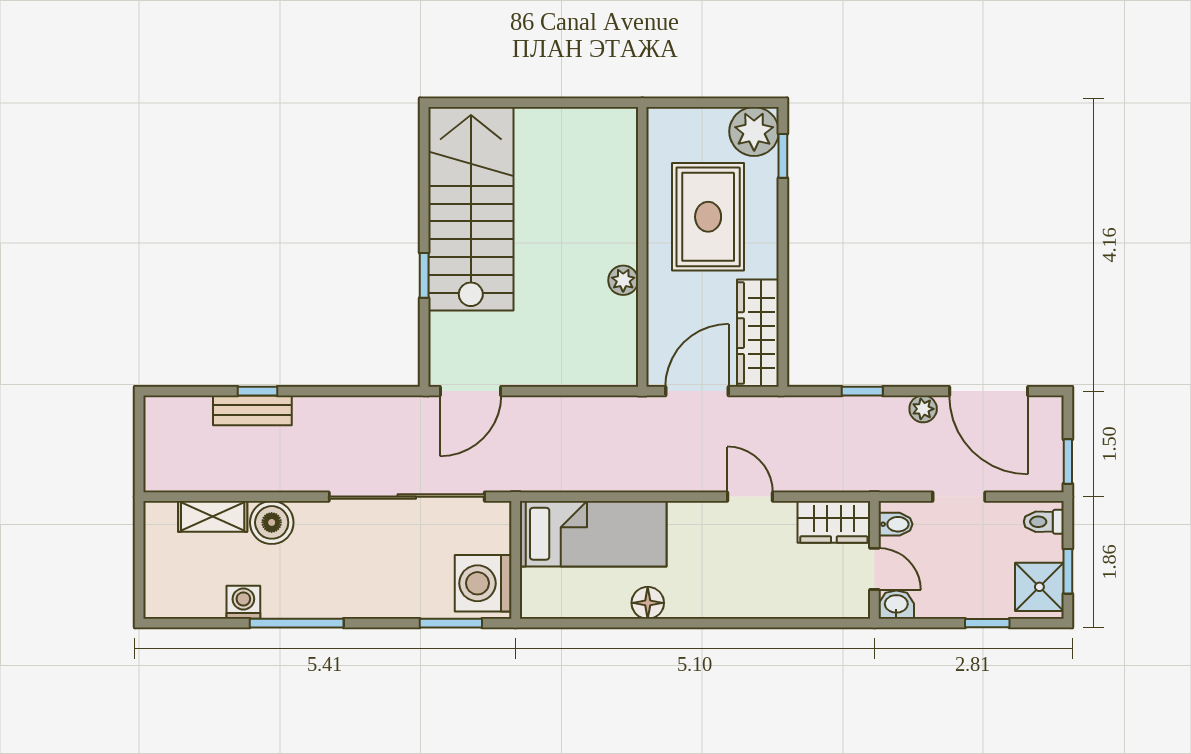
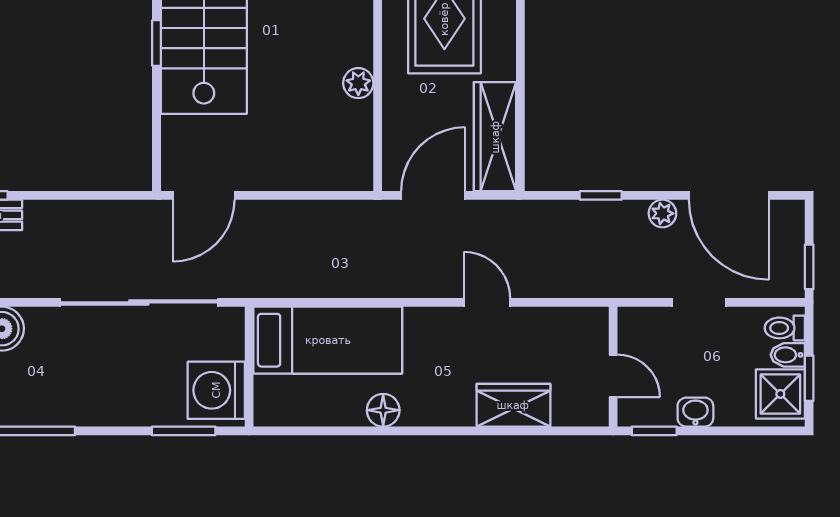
window: (424, 275) -> (156, 43), moved
wardrobe: (834, 522) -> (513, 405), moved, turned 180
bidet: (896, 524) -> (788, 355), moved, turned 180
washbasin: (896, 605) -> (695, 412), moved
window: (987, 623) -> (654, 431), moved

